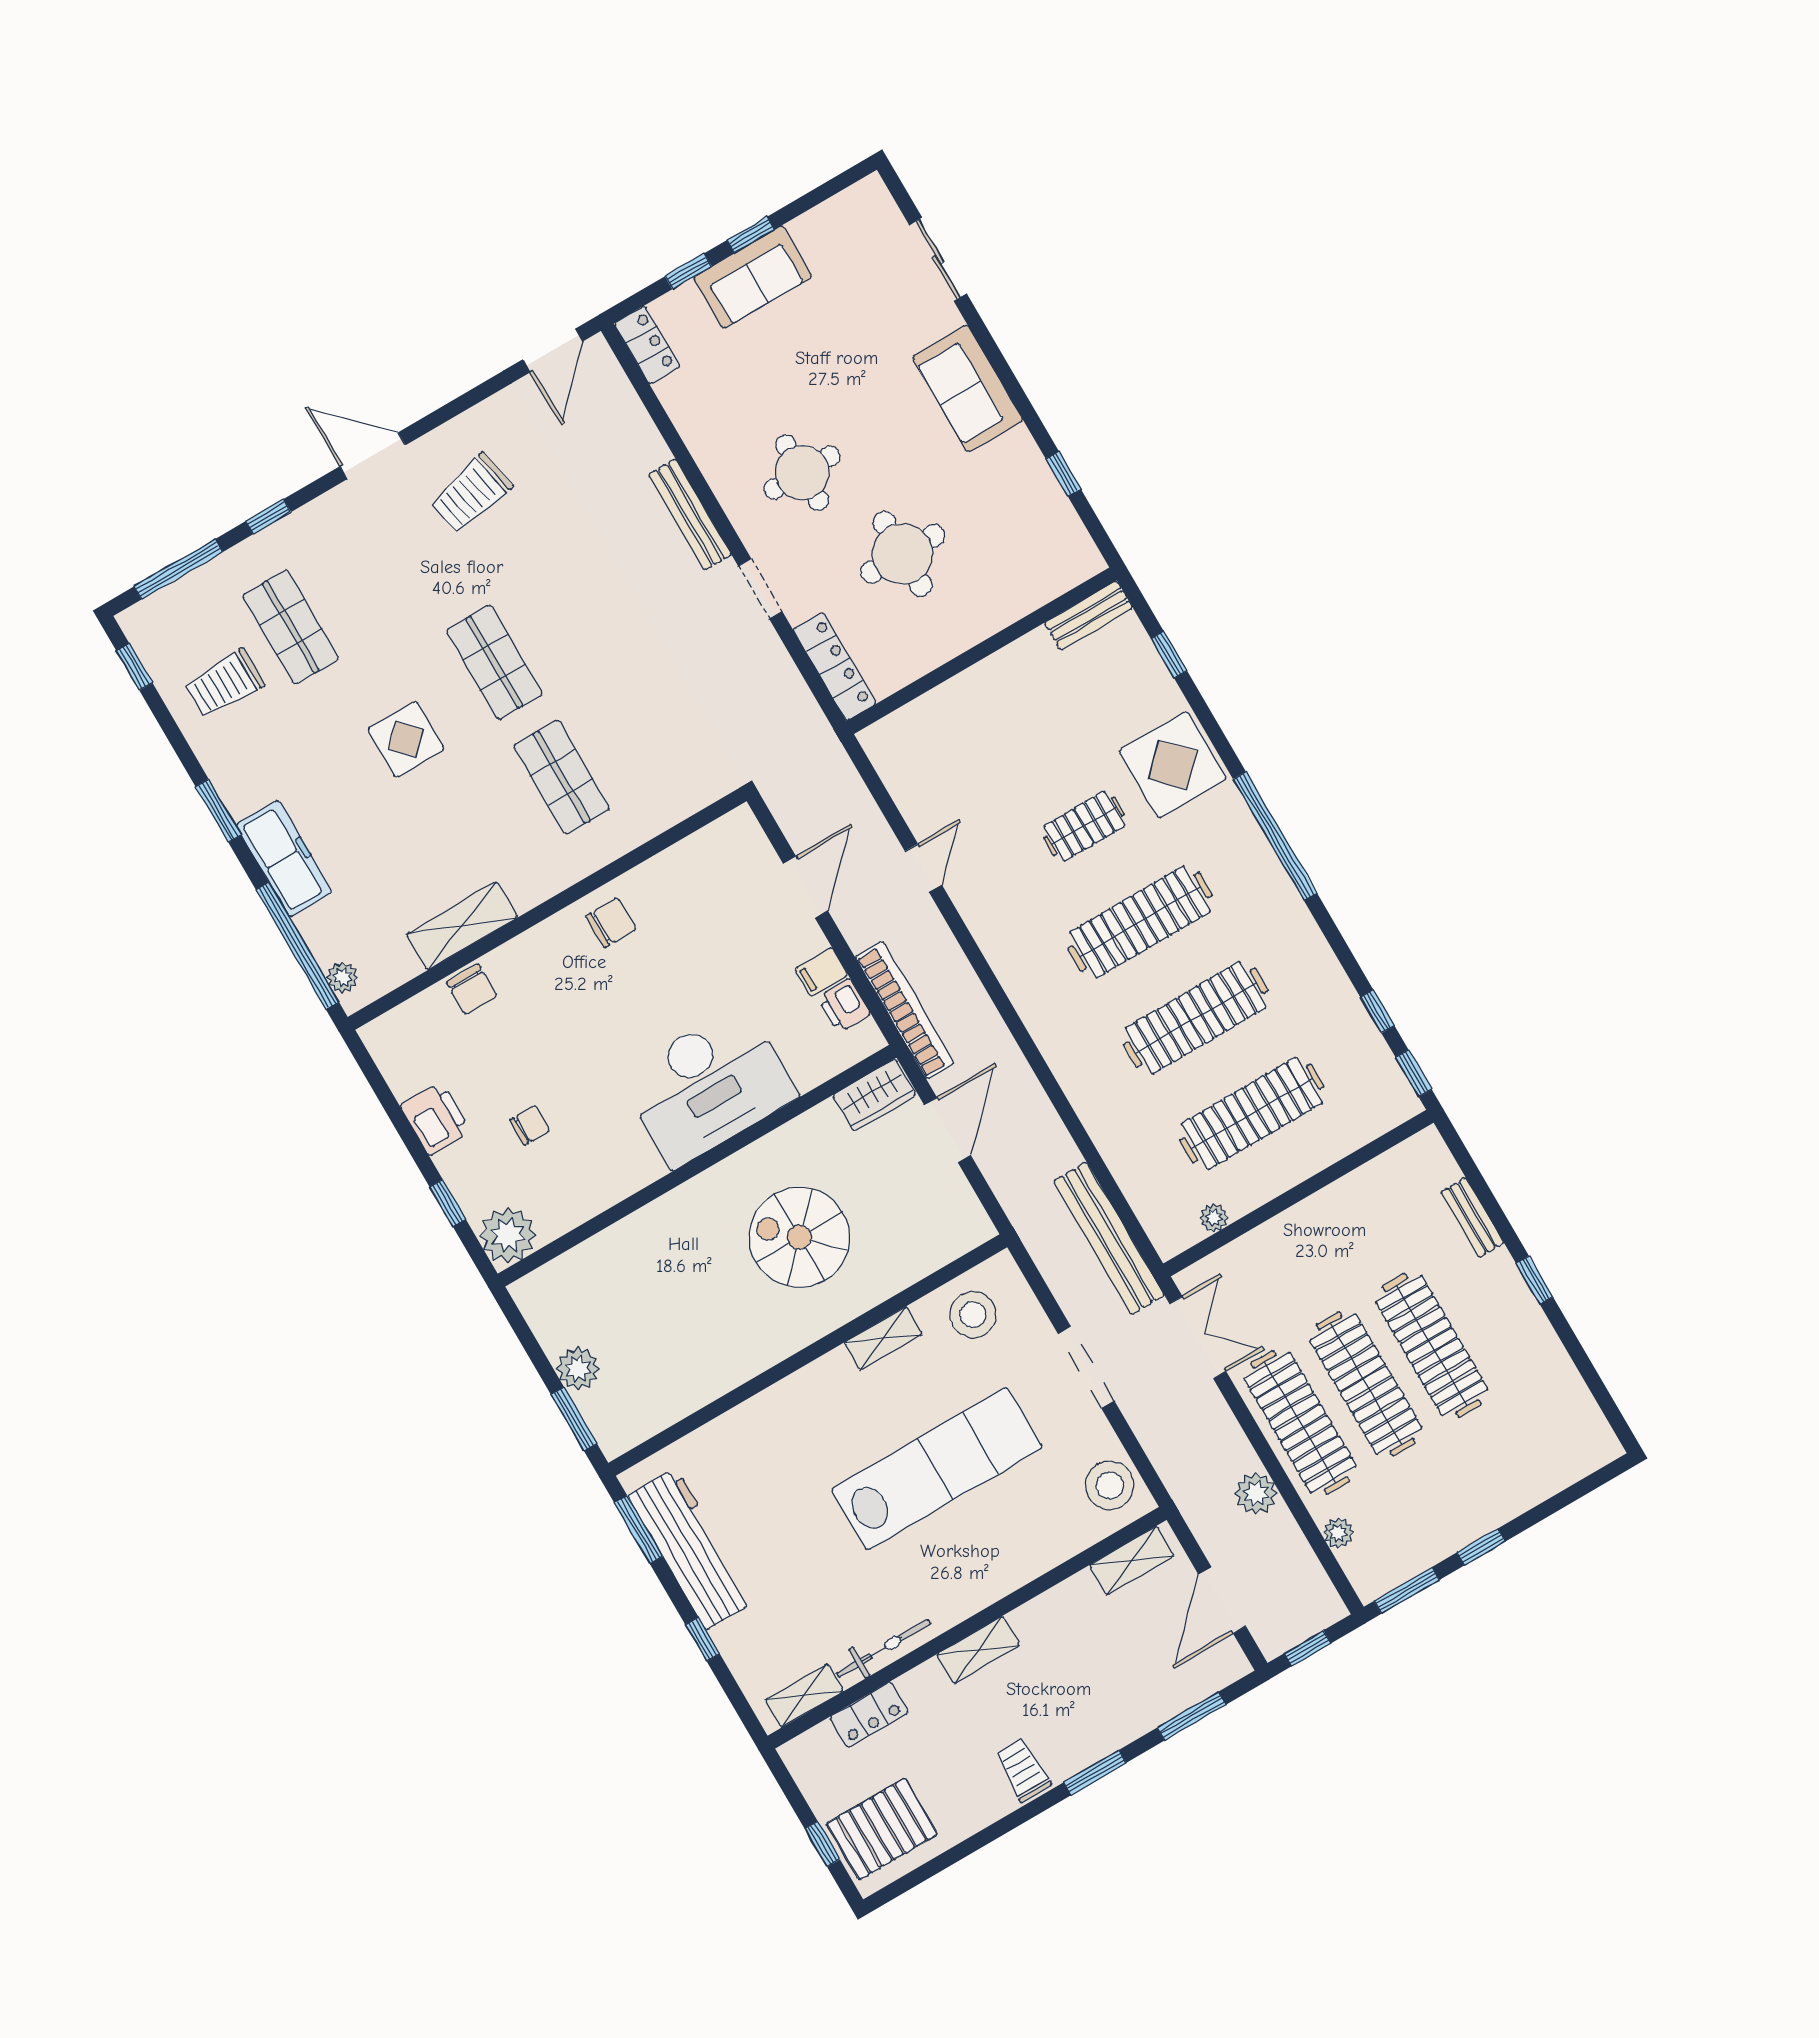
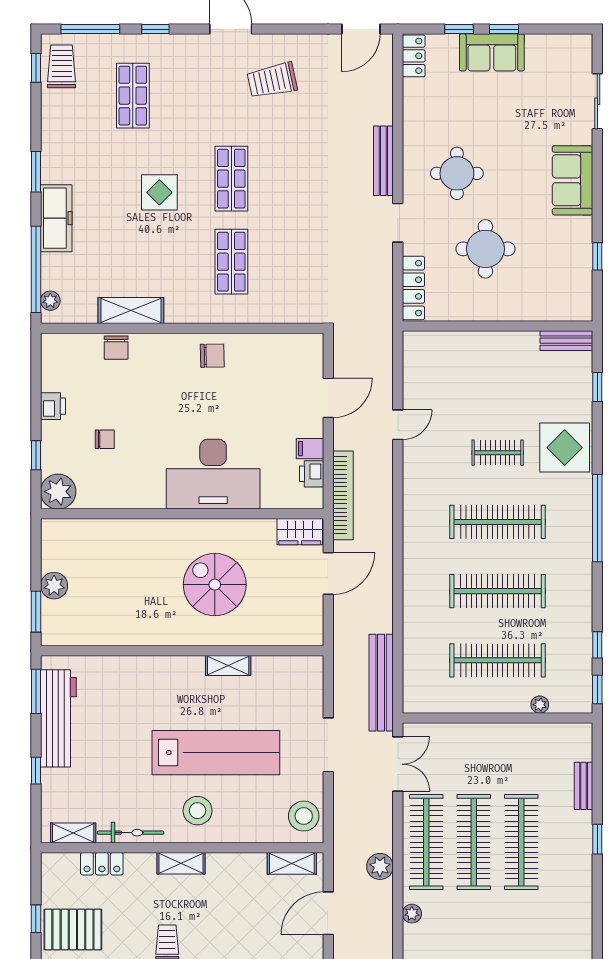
trolley: (225, 684) -> (62, 66), moved, turned 90
printer: (436, 1119) -> (53, 406), width x0.73, depth x0.81
plant: (1214, 1218) -> (540, 705), moved
stool: (973, 1315) -> (197, 811), moved

